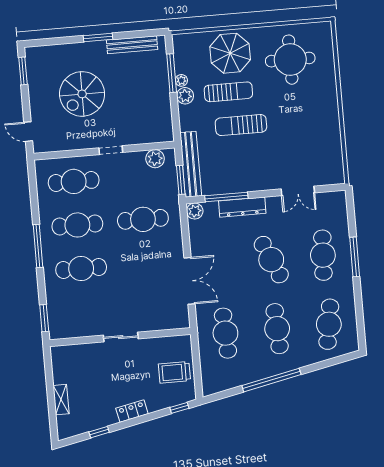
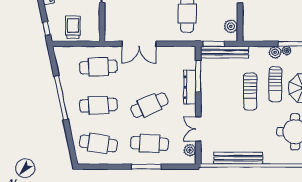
sun lounger: (241, 125) -> (250, 91), turned 180
bench: (333, 133) -> (238, 158), added
plant: (195, 211) -> (190, 150), moved

